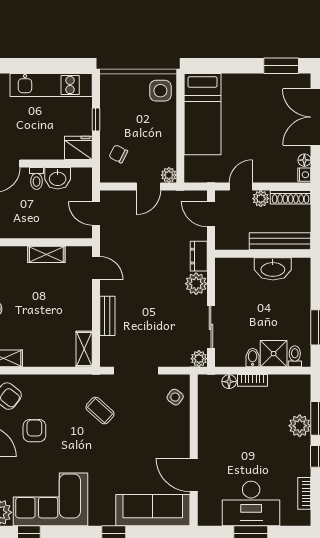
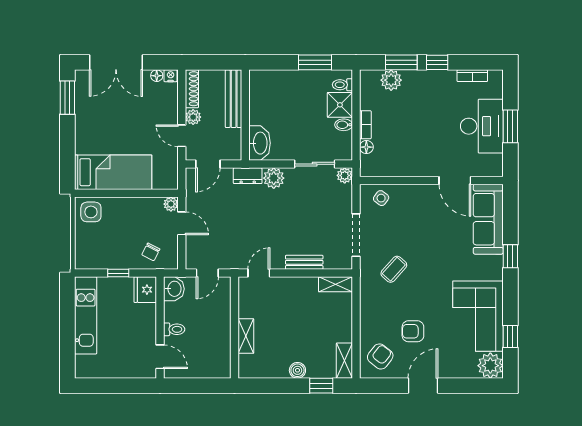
washbasin: (58, 178) -> (174, 289), moved
shelving: (46, 254) -> (246, 336), moved
washbasin: (273, 269) -> (260, 143), moved
plant: (300, 426) -> (391, 80), moved
door: (194, 475) -> (455, 180), hinge flipped

